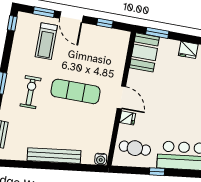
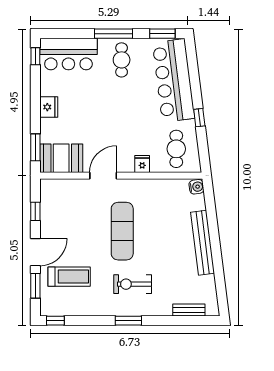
door: (121, 97) -> (103, 176), moved

